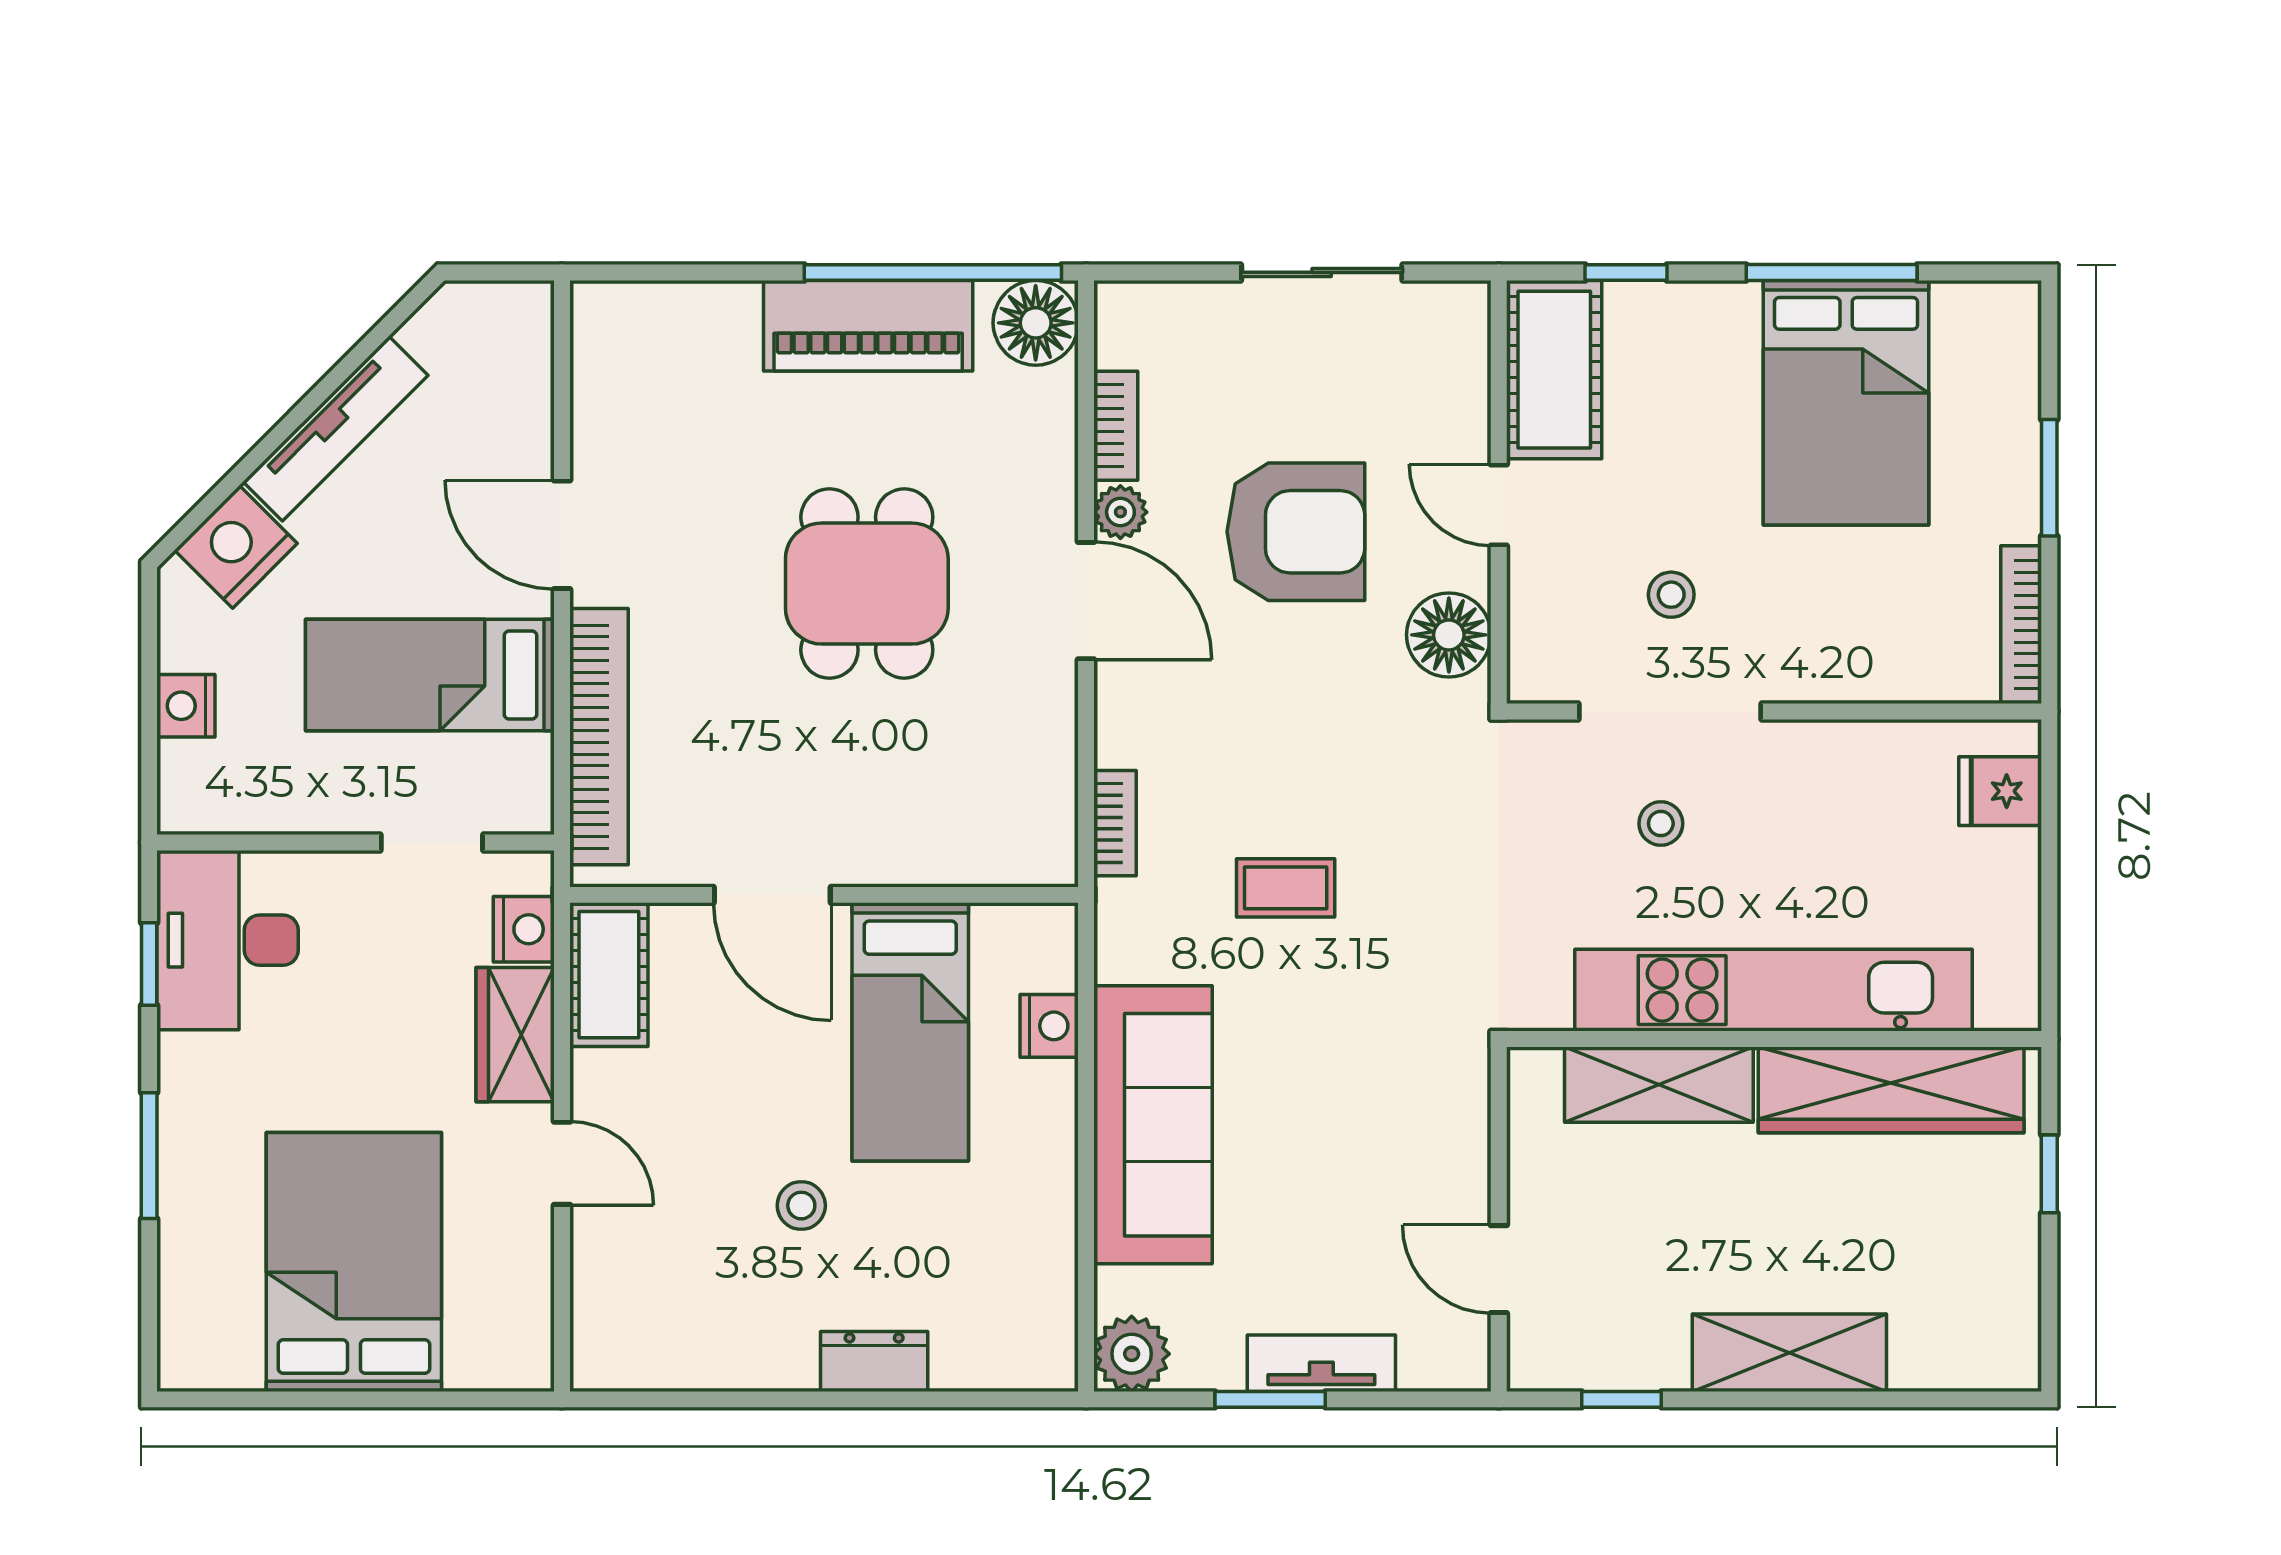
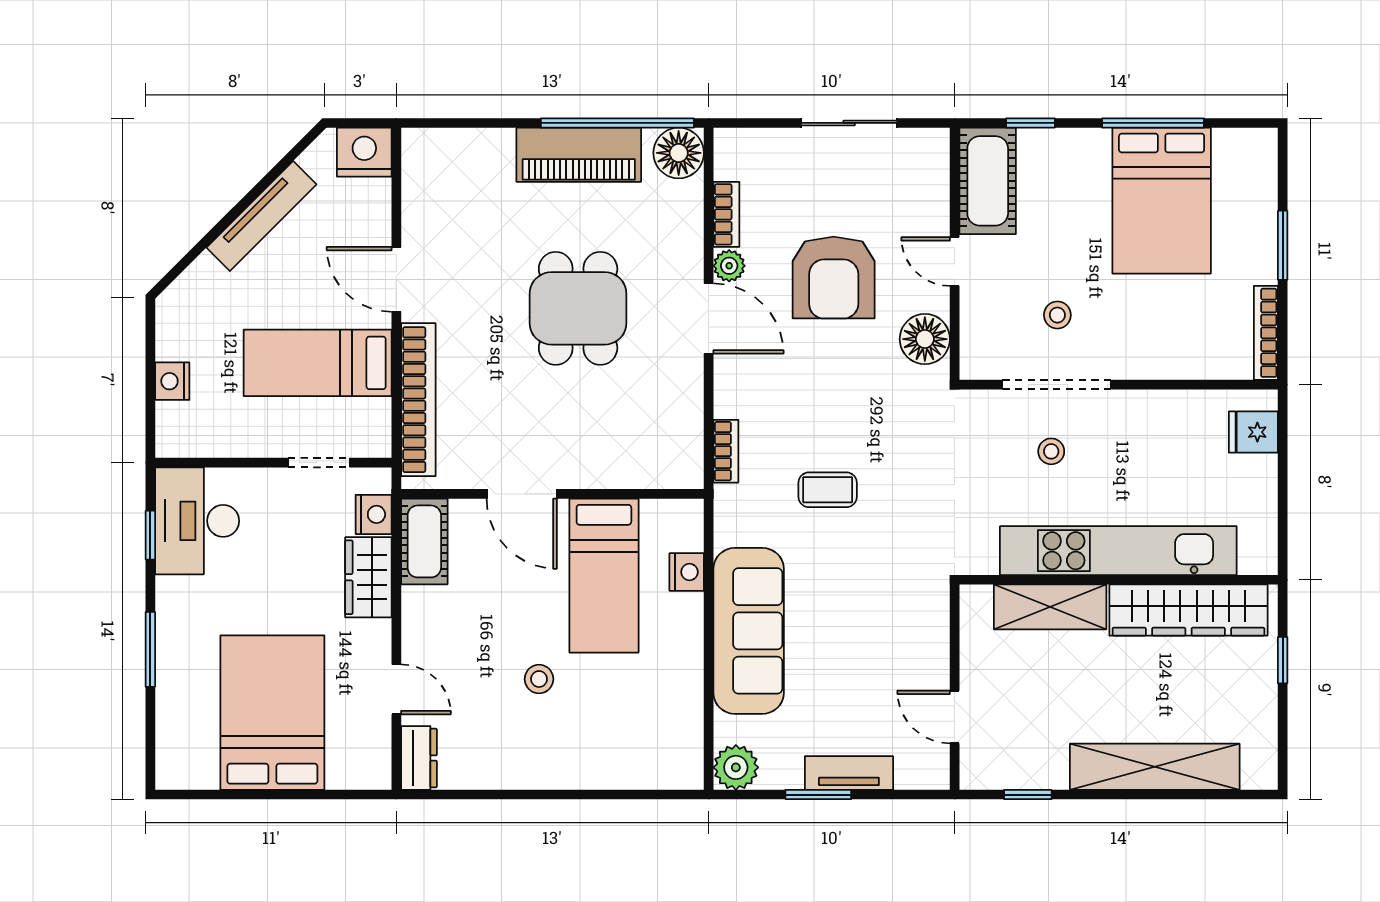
armchair: (1296, 532) -> (834, 278), turned 90
nightstand: (236, 547) -> (364, 152), moved, turned 45
door: (562, 1163) -> (396, 689), moved
shelving: (1789, 1353) -> (1155, 767), width x1.47
dresser: (874, 1361) -> (419, 758), moved, turned 90

